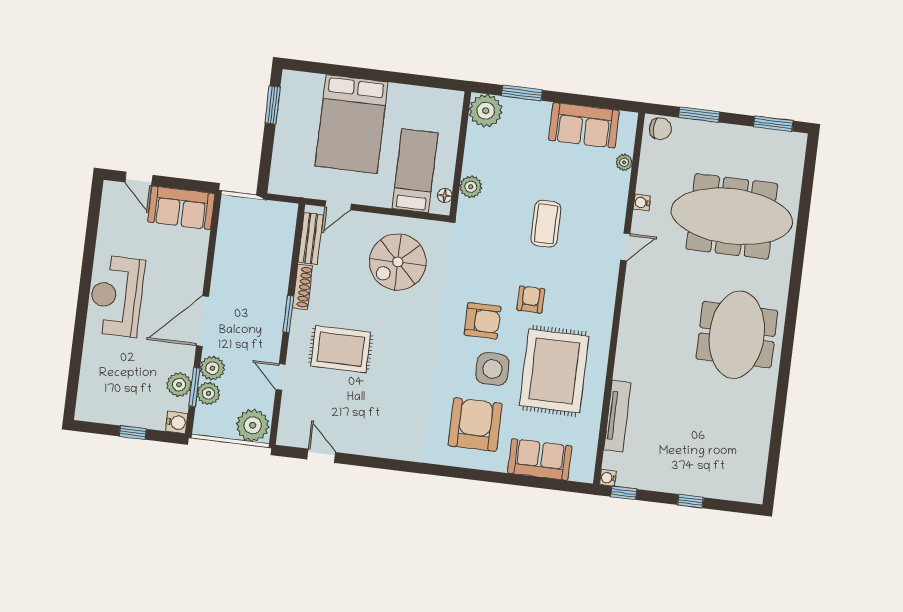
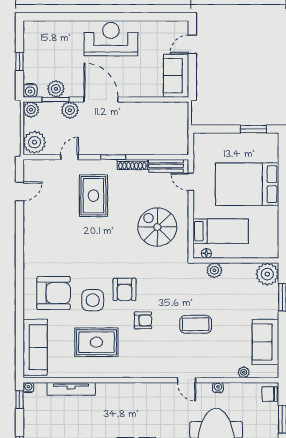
chair: (660, 129) -> (270, 394), turned 90
rug: (554, 371) -> (96, 342), width x0.73, depth x0.69
plant: (208, 393) -> (31, 110), moved
sofa: (540, 460) -> (35, 347), width x1.36

